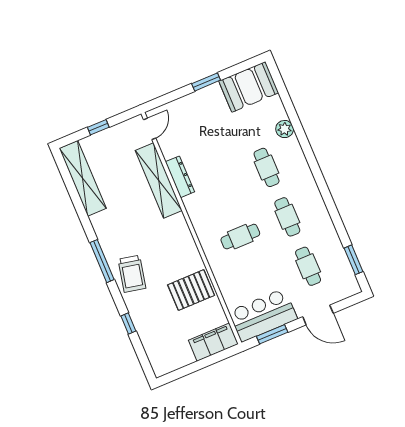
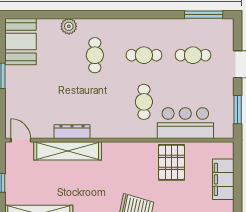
cafe table: (267, 167) -> (95, 55), turned 90
window: (353, 260) -> (204, 15), width x1.44
bar counter: (263, 315) -> (185, 123), moved, turned 90
filing cabinet: (213, 342) -> (223, 179), moved

